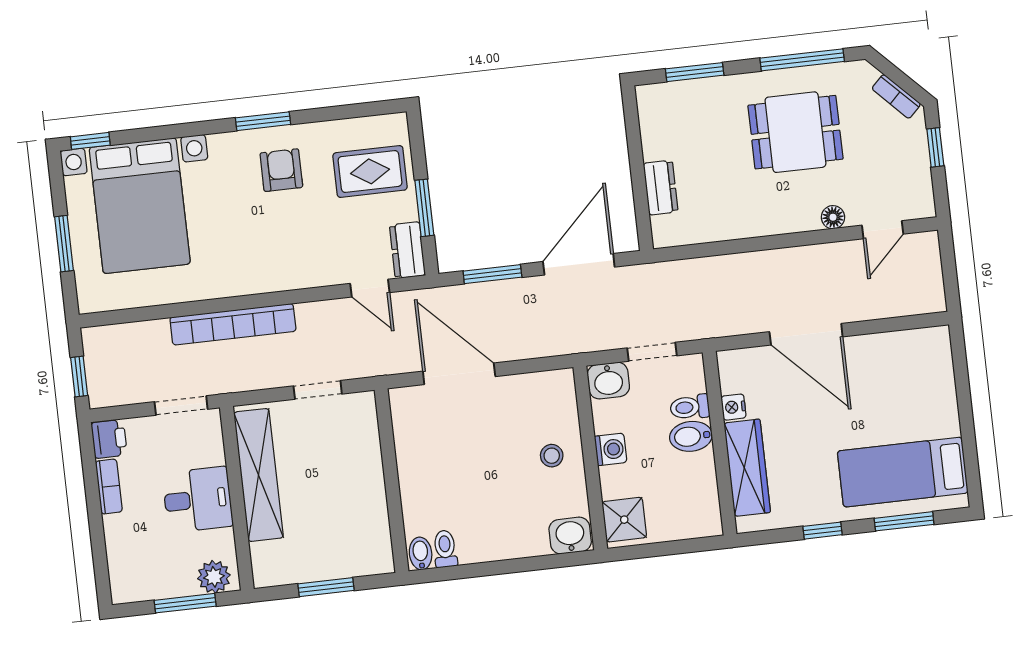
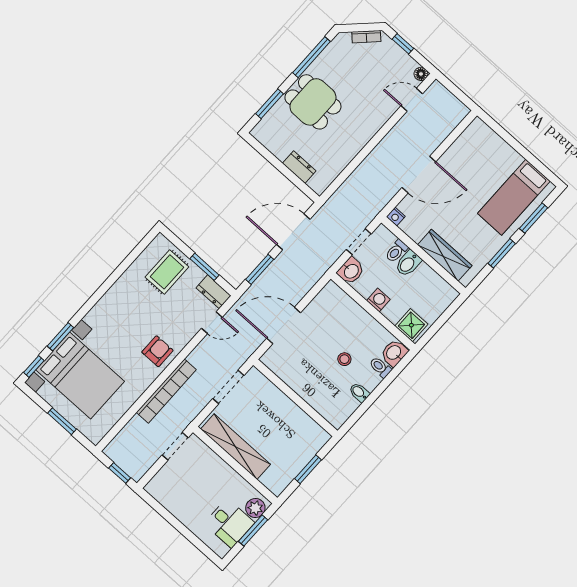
window: (263, 121) -> (60, 337), moved
dining table: (795, 132) -> (313, 102), moved, turned 90
armchair: (281, 170) -> (157, 351), moved, turned 90
floor lamp: (833, 217) -> (421, 74), moved
door: (883, 230) -> (412, 100), swing flipped
door: (579, 264) -> (293, 232), hinge flipped
doorway: (318, 390) -> (228, 387), width x1.38
nightstand: (734, 407) -> (396, 217), moved
printer: (109, 439) -> (157, 489), removed
stool: (552, 456) -> (344, 359), moved
bookcase: (109, 487) -> (175, 509), removed
desk: (198, 500) -> (229, 523), moved, turned 90
window: (823, 531) -> (502, 253), width x1.50
toilet: (445, 549) -> (380, 367), moved
bidet: (421, 553) -> (359, 392), moved

